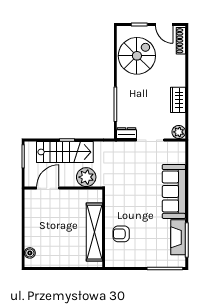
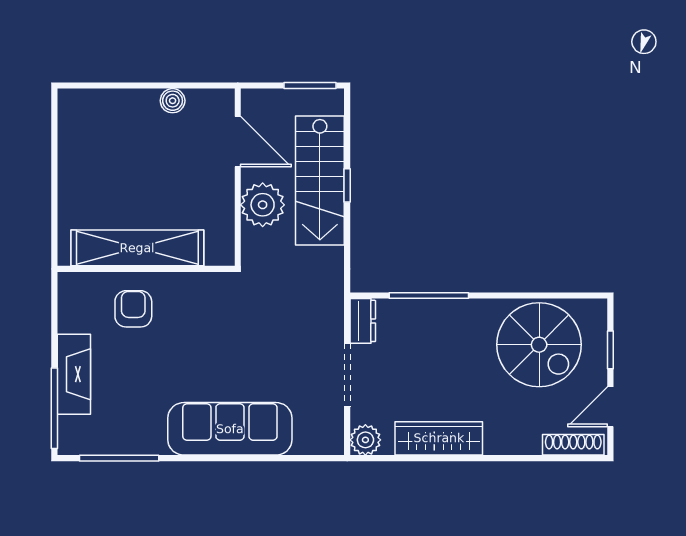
wardrobe: (178, 100) -> (439, 438), width x1.50
plant: (86, 177) -> (263, 205), moved
fireplace: (178, 237) -> (74, 374), moved, turned 90
boiler: (30, 253) -> (173, 101), moved

